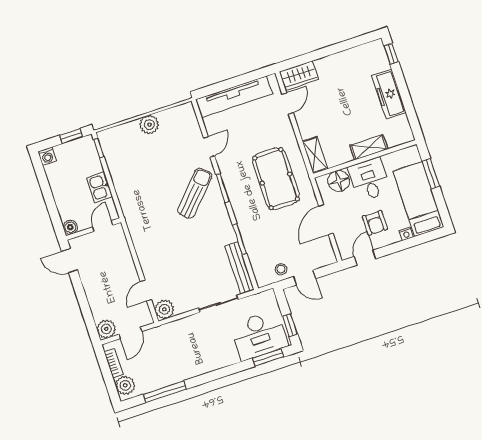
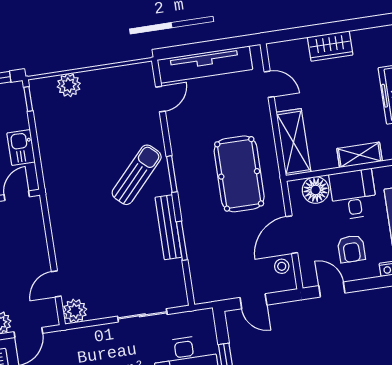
wardrobe: (299, 75) -> (330, 46), moved
door: (288, 103) -> (269, 84), hinge flipped
plant: (149, 125) -> (69, 85), moved
door: (209, 147) -> (160, 99), moved
shelving: (315, 155) -> (293, 142), width x1.50, depth x1.33
door: (365, 258) -> (332, 289), hinge flipped
bench: (239, 268) -> (168, 227), moved
stool: (281, 269) -> (282, 266), moved

